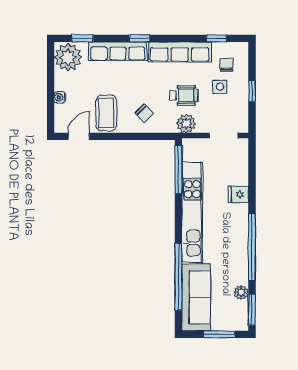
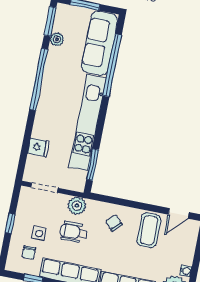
water cooler: (60, 97) -> (186, 271), moved
window: (178, 169) -> (93, 165), width x0.69
fridge: (238, 194) -> (38, 147), moved

